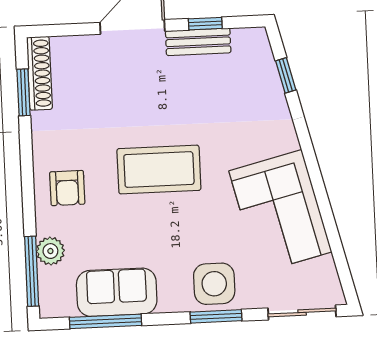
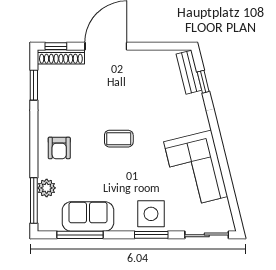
window: (205, 24) -> (56, 46), moved
bench: (198, 42) -> (189, 72), moved, turned 76
shoe rack: (39, 73) -> (61, 57), moved, turned 90
coffee table: (159, 170) -> (119, 139), width x0.54, depth x0.58

